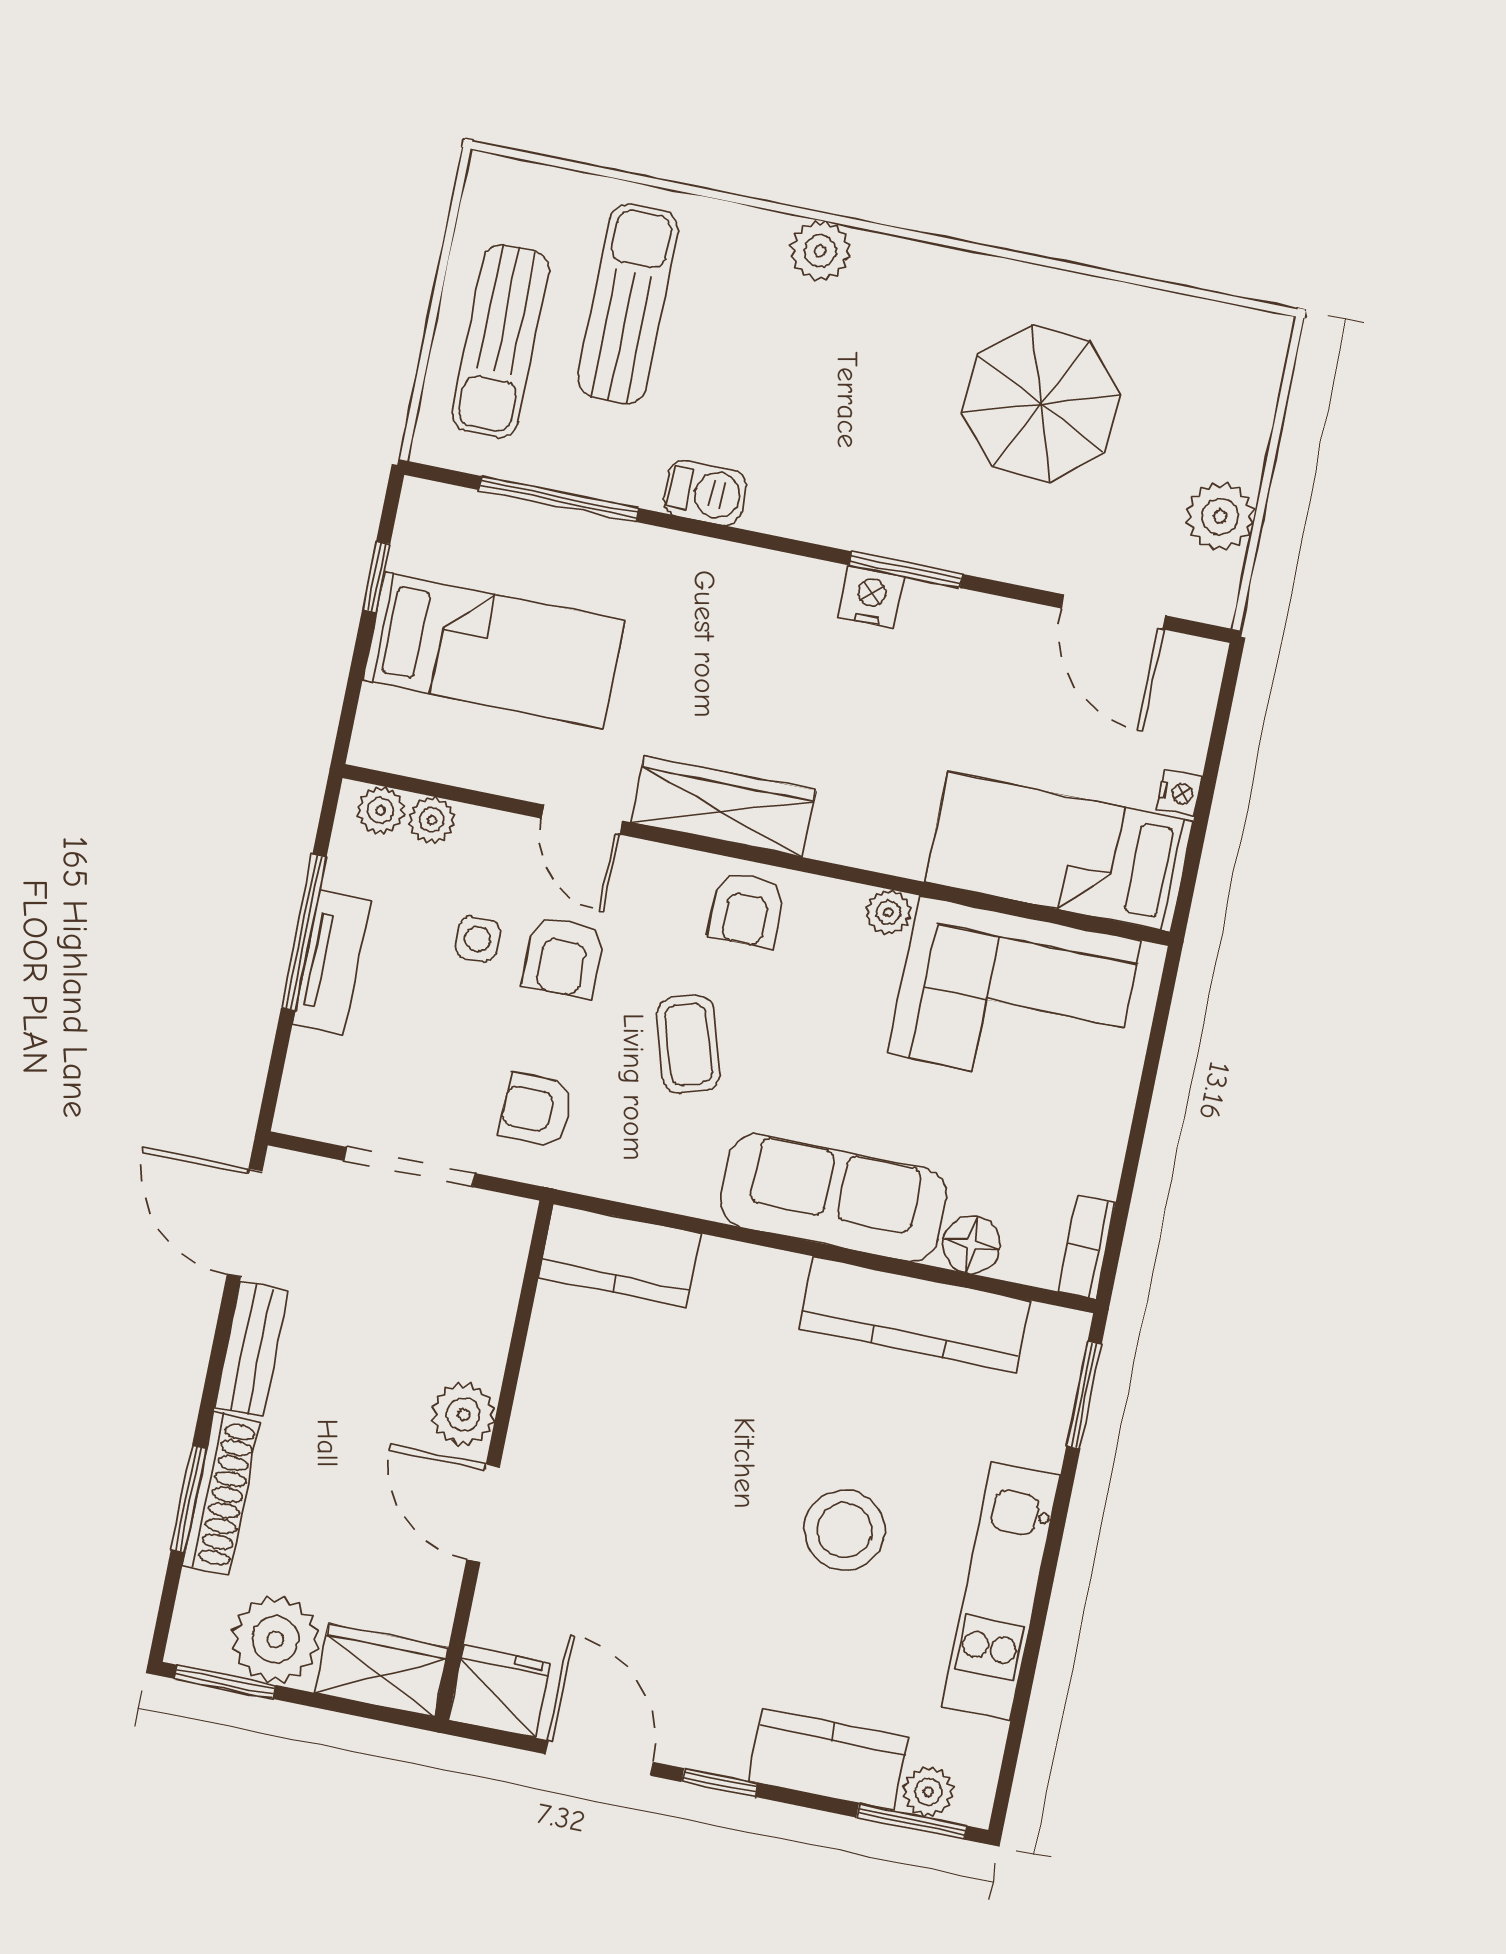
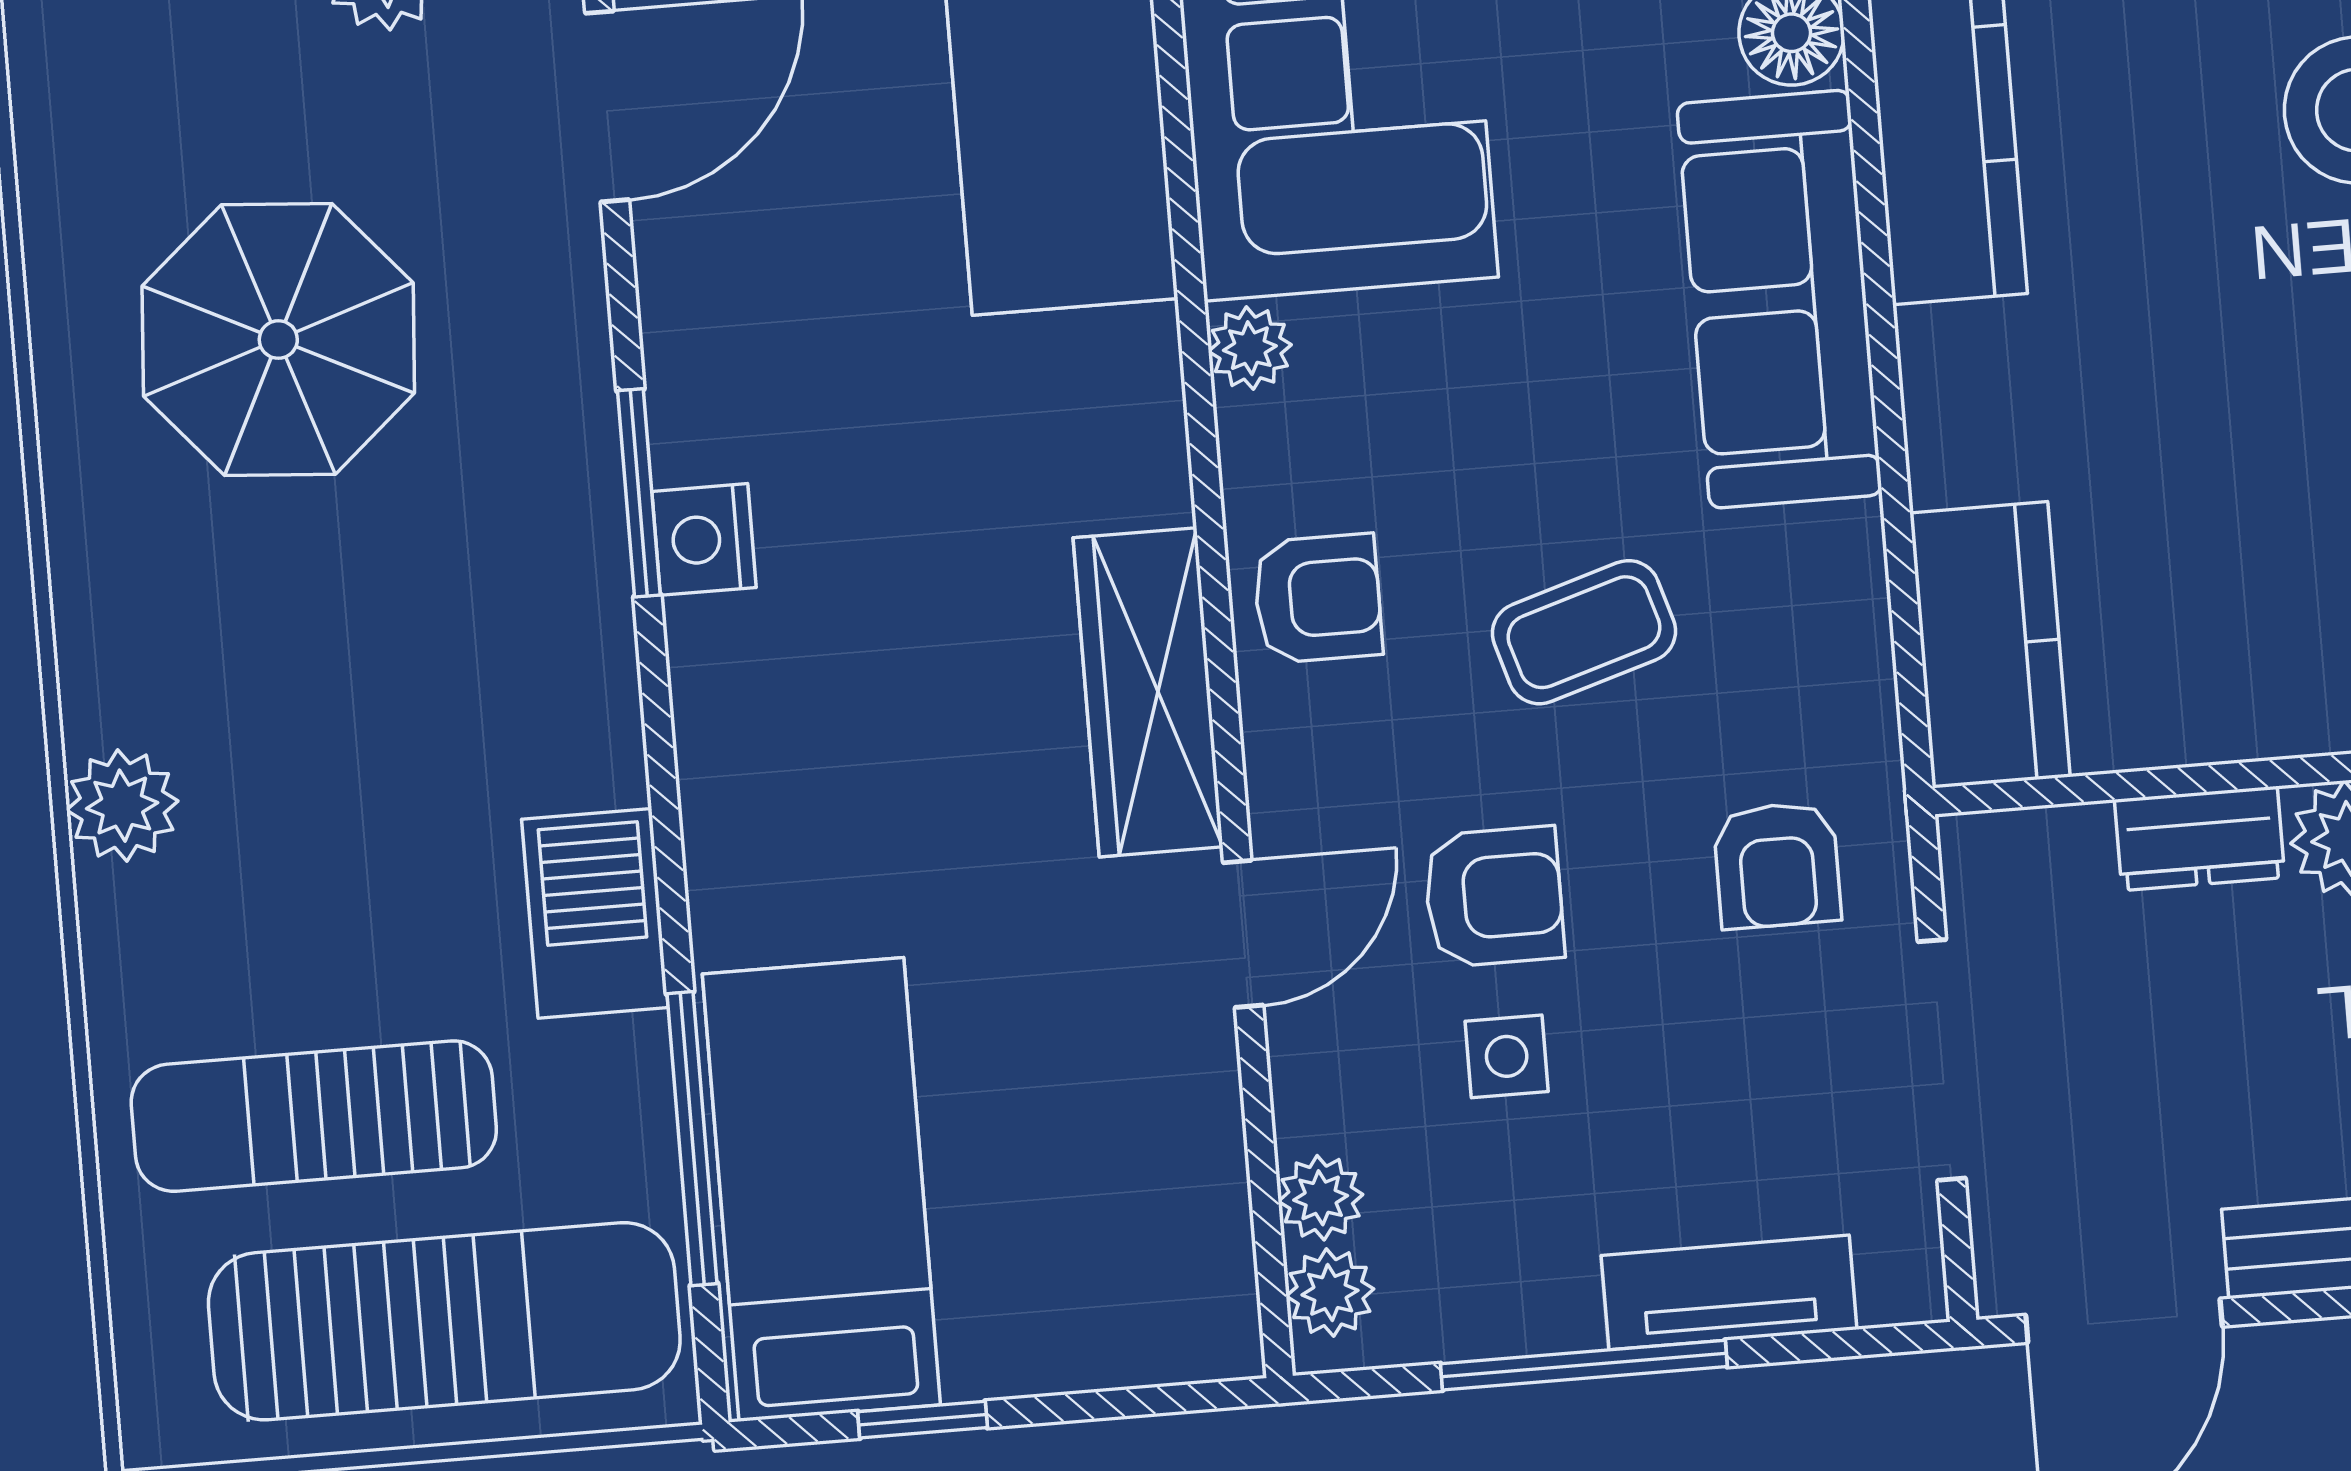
sun lounger: (501, 341) -> (444, 1321), width x1.36, depth x1.34
barbecue: (705, 493) -> (595, 913), width x1.38, depth x1.27
bed: (494, 650) -> (821, 1189), moved
tv unit: (331, 963) -> (1729, 1292), moved
dresser: (486, 1336) -> (2200, 838), added

